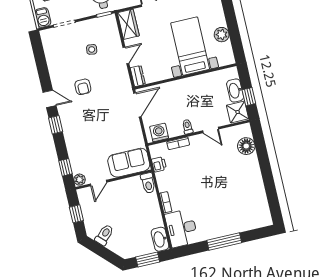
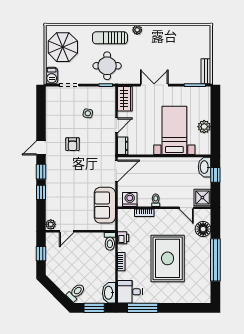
washbasin: (235, 90) -> (205, 167), moved
window: (249, 97) -> (215, 175), moved
door: (50, 99) -> (41, 148), swing flipped
door: (211, 130) -> (186, 208), moved
sofa: (129, 163) -> (105, 205), moved, turned -90
printer: (159, 164) -> (123, 238), moved
window: (65, 167) -> (41, 192), moved
window: (268, 176) -> (215, 260), added
rug: (215, 187) -> (168, 258), added
desk: (182, 228) -> (130, 292), width x0.73
toilet: (104, 235) -> (76, 292), moved
window: (224, 242) -> (143, 308), moved

